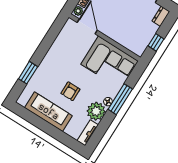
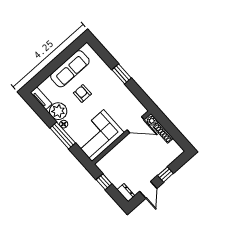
window: (28, 73) -> (122, 74), moved

